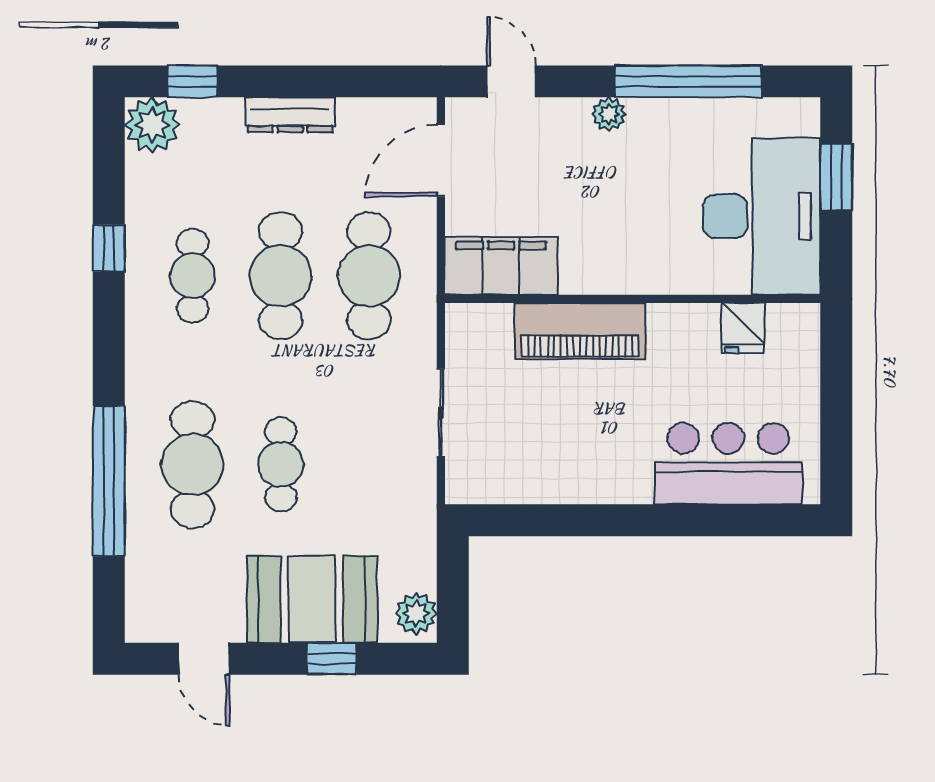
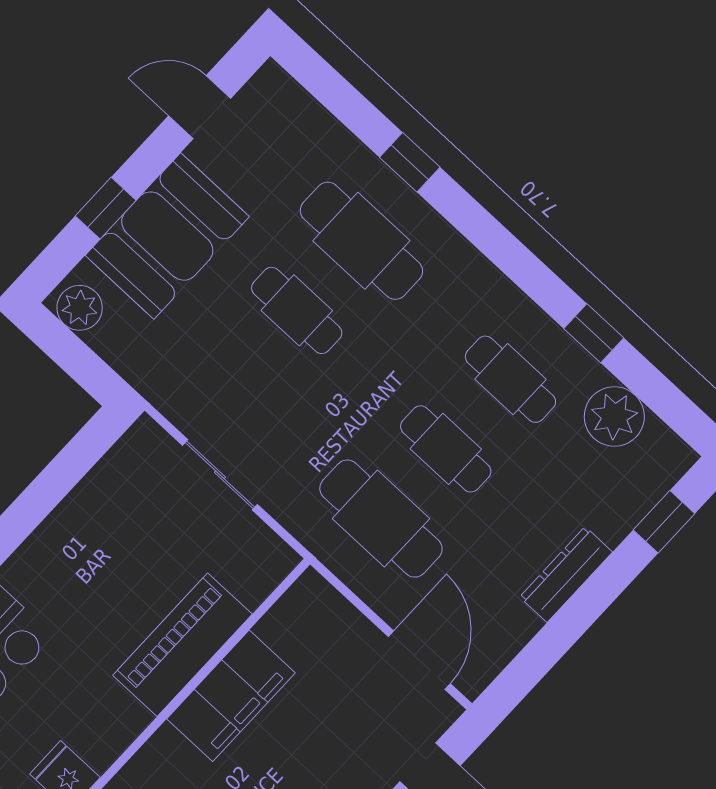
plant: (152, 125) -> (614, 416), moved
filing cabinet: (501, 266) -> (231, 696), moved
cafe table: (281, 276) -> (446, 449), width x0.73, depth x0.74
window: (109, 481) -> (410, 162), width x0.32

